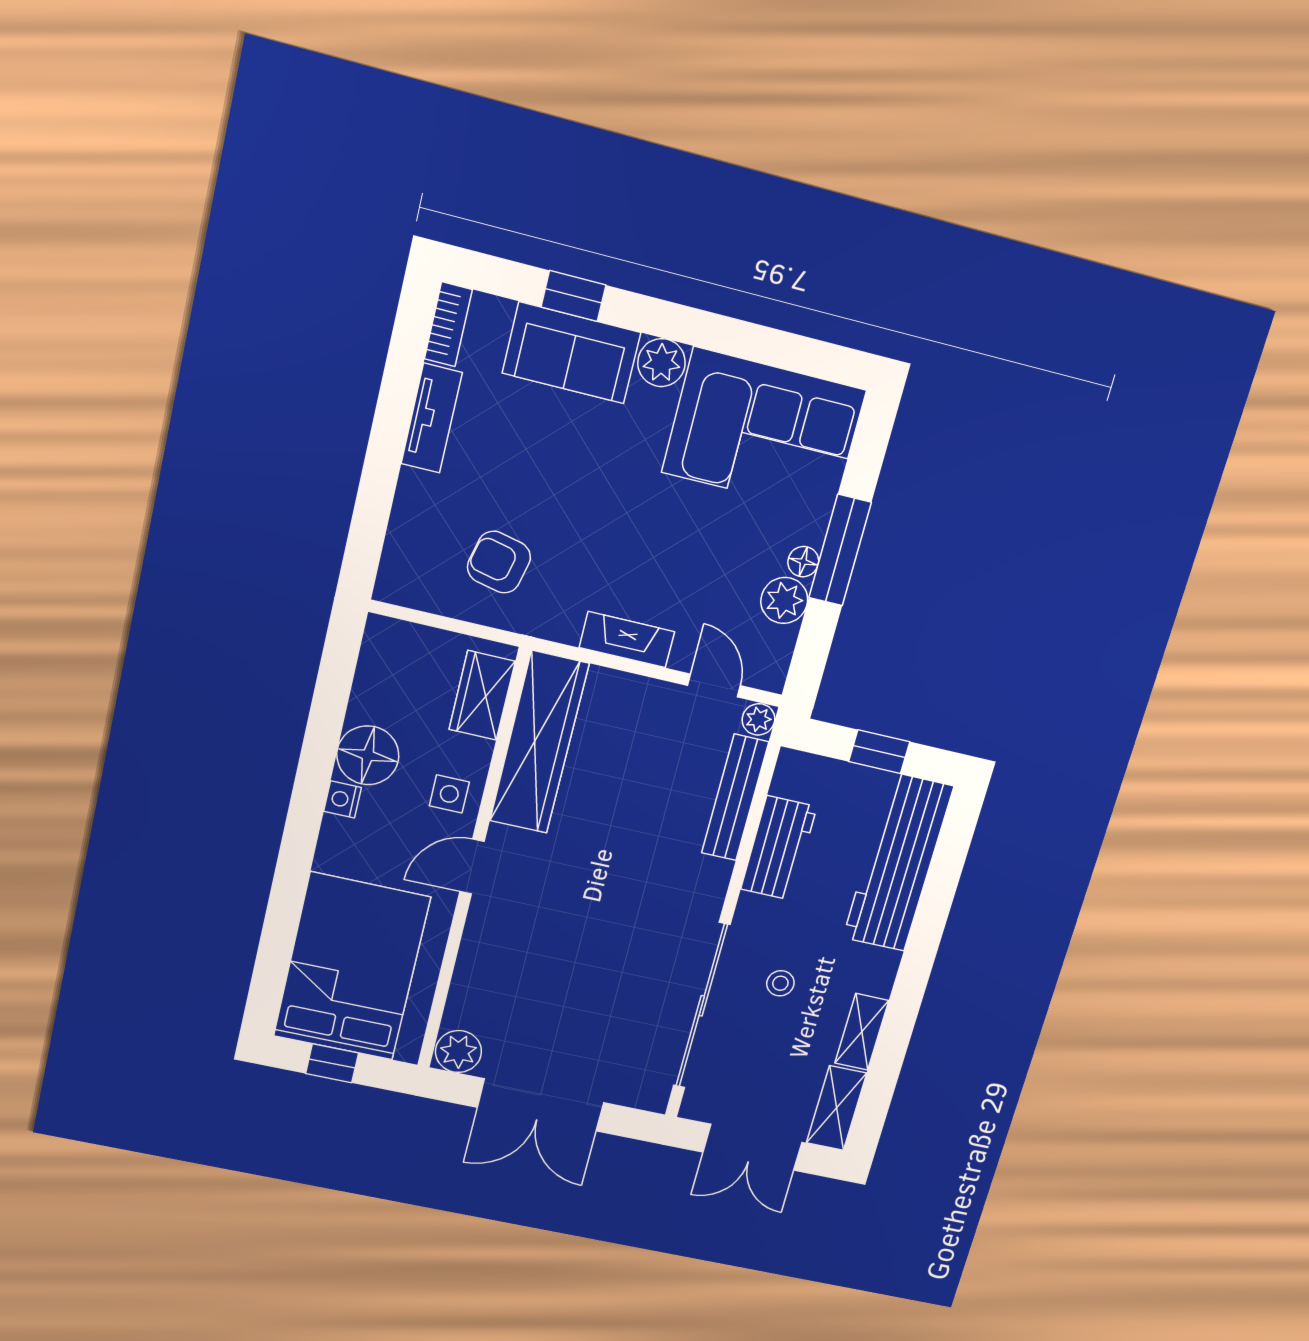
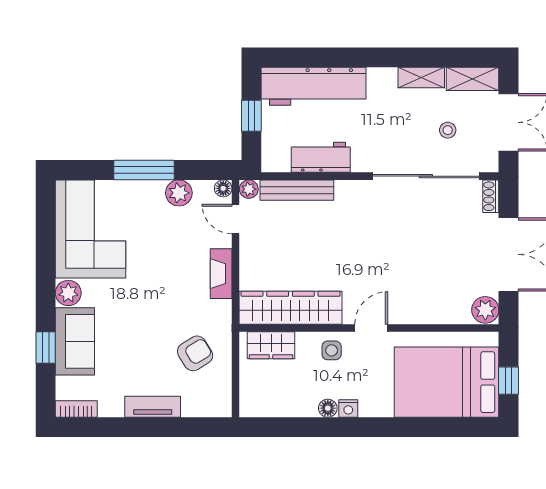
tv unit: (432, 418) -> (153, 407), moved
armchair: (499, 562) -> (195, 353), turned -135
floor lamp: (803, 562) -> (223, 188), moved
door: (714, 686) -> (235, 219), hinge flipped
floor lamp: (368, 755) -> (328, 408), width x0.53, depth x0.53
door: (472, 867) -> (371, 328), swing flipped
stool: (780, 983) -> (448, 130), moved
shoe rack: (642, 1097) -> (491, 196), added

